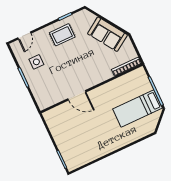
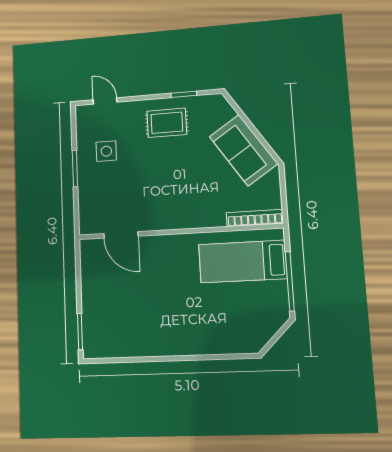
door: (24, 36) -> (105, 101), swing flipped
door: (77, 95) -> (121, 235), moved
bed: (137, 108) -> (243, 261), moved

